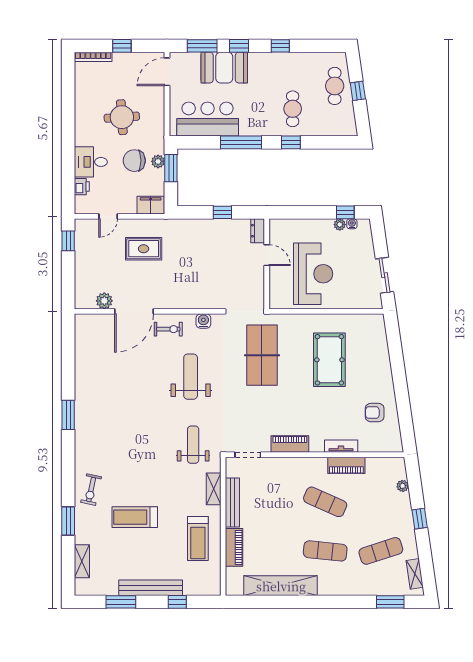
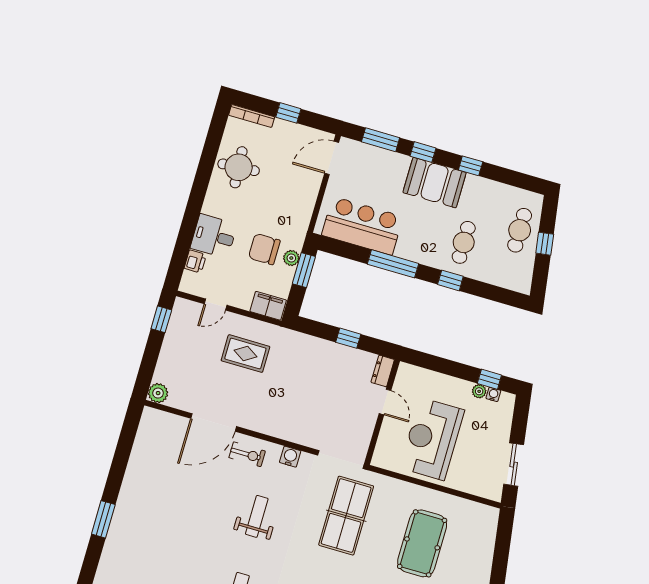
booth: (224, 68) -> (435, 183), moved
round table: (122, 117) -> (239, 167), moved
reception desk: (313, 274) -> (432, 439), turned 180
plant: (104, 301) -> (158, 393), moved
weight bench: (191, 377) -> (257, 516), width x0.73, depth x0.75

